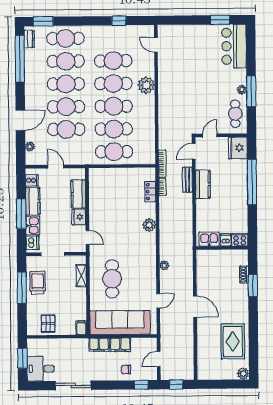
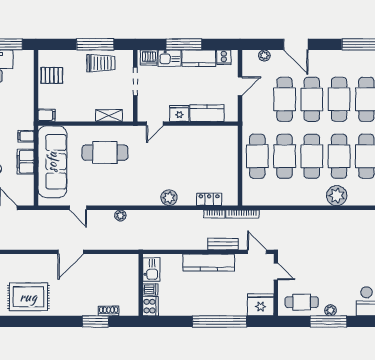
kitchen counter: (203, 184) -> (209, 262), width x1.50
filing cabinet: (99, 345) -> (26, 136), width x0.50

